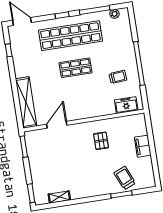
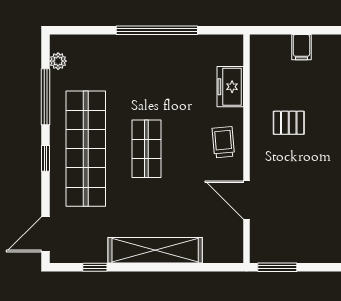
trolley: (118, 77) -> (223, 142), moved
shelving: (26, 102) -> (155, 250), moved
freezer: (126, 105) -> (230, 87), moved
filing cabinet: (143, 146) -> (301, 47), width x0.50

